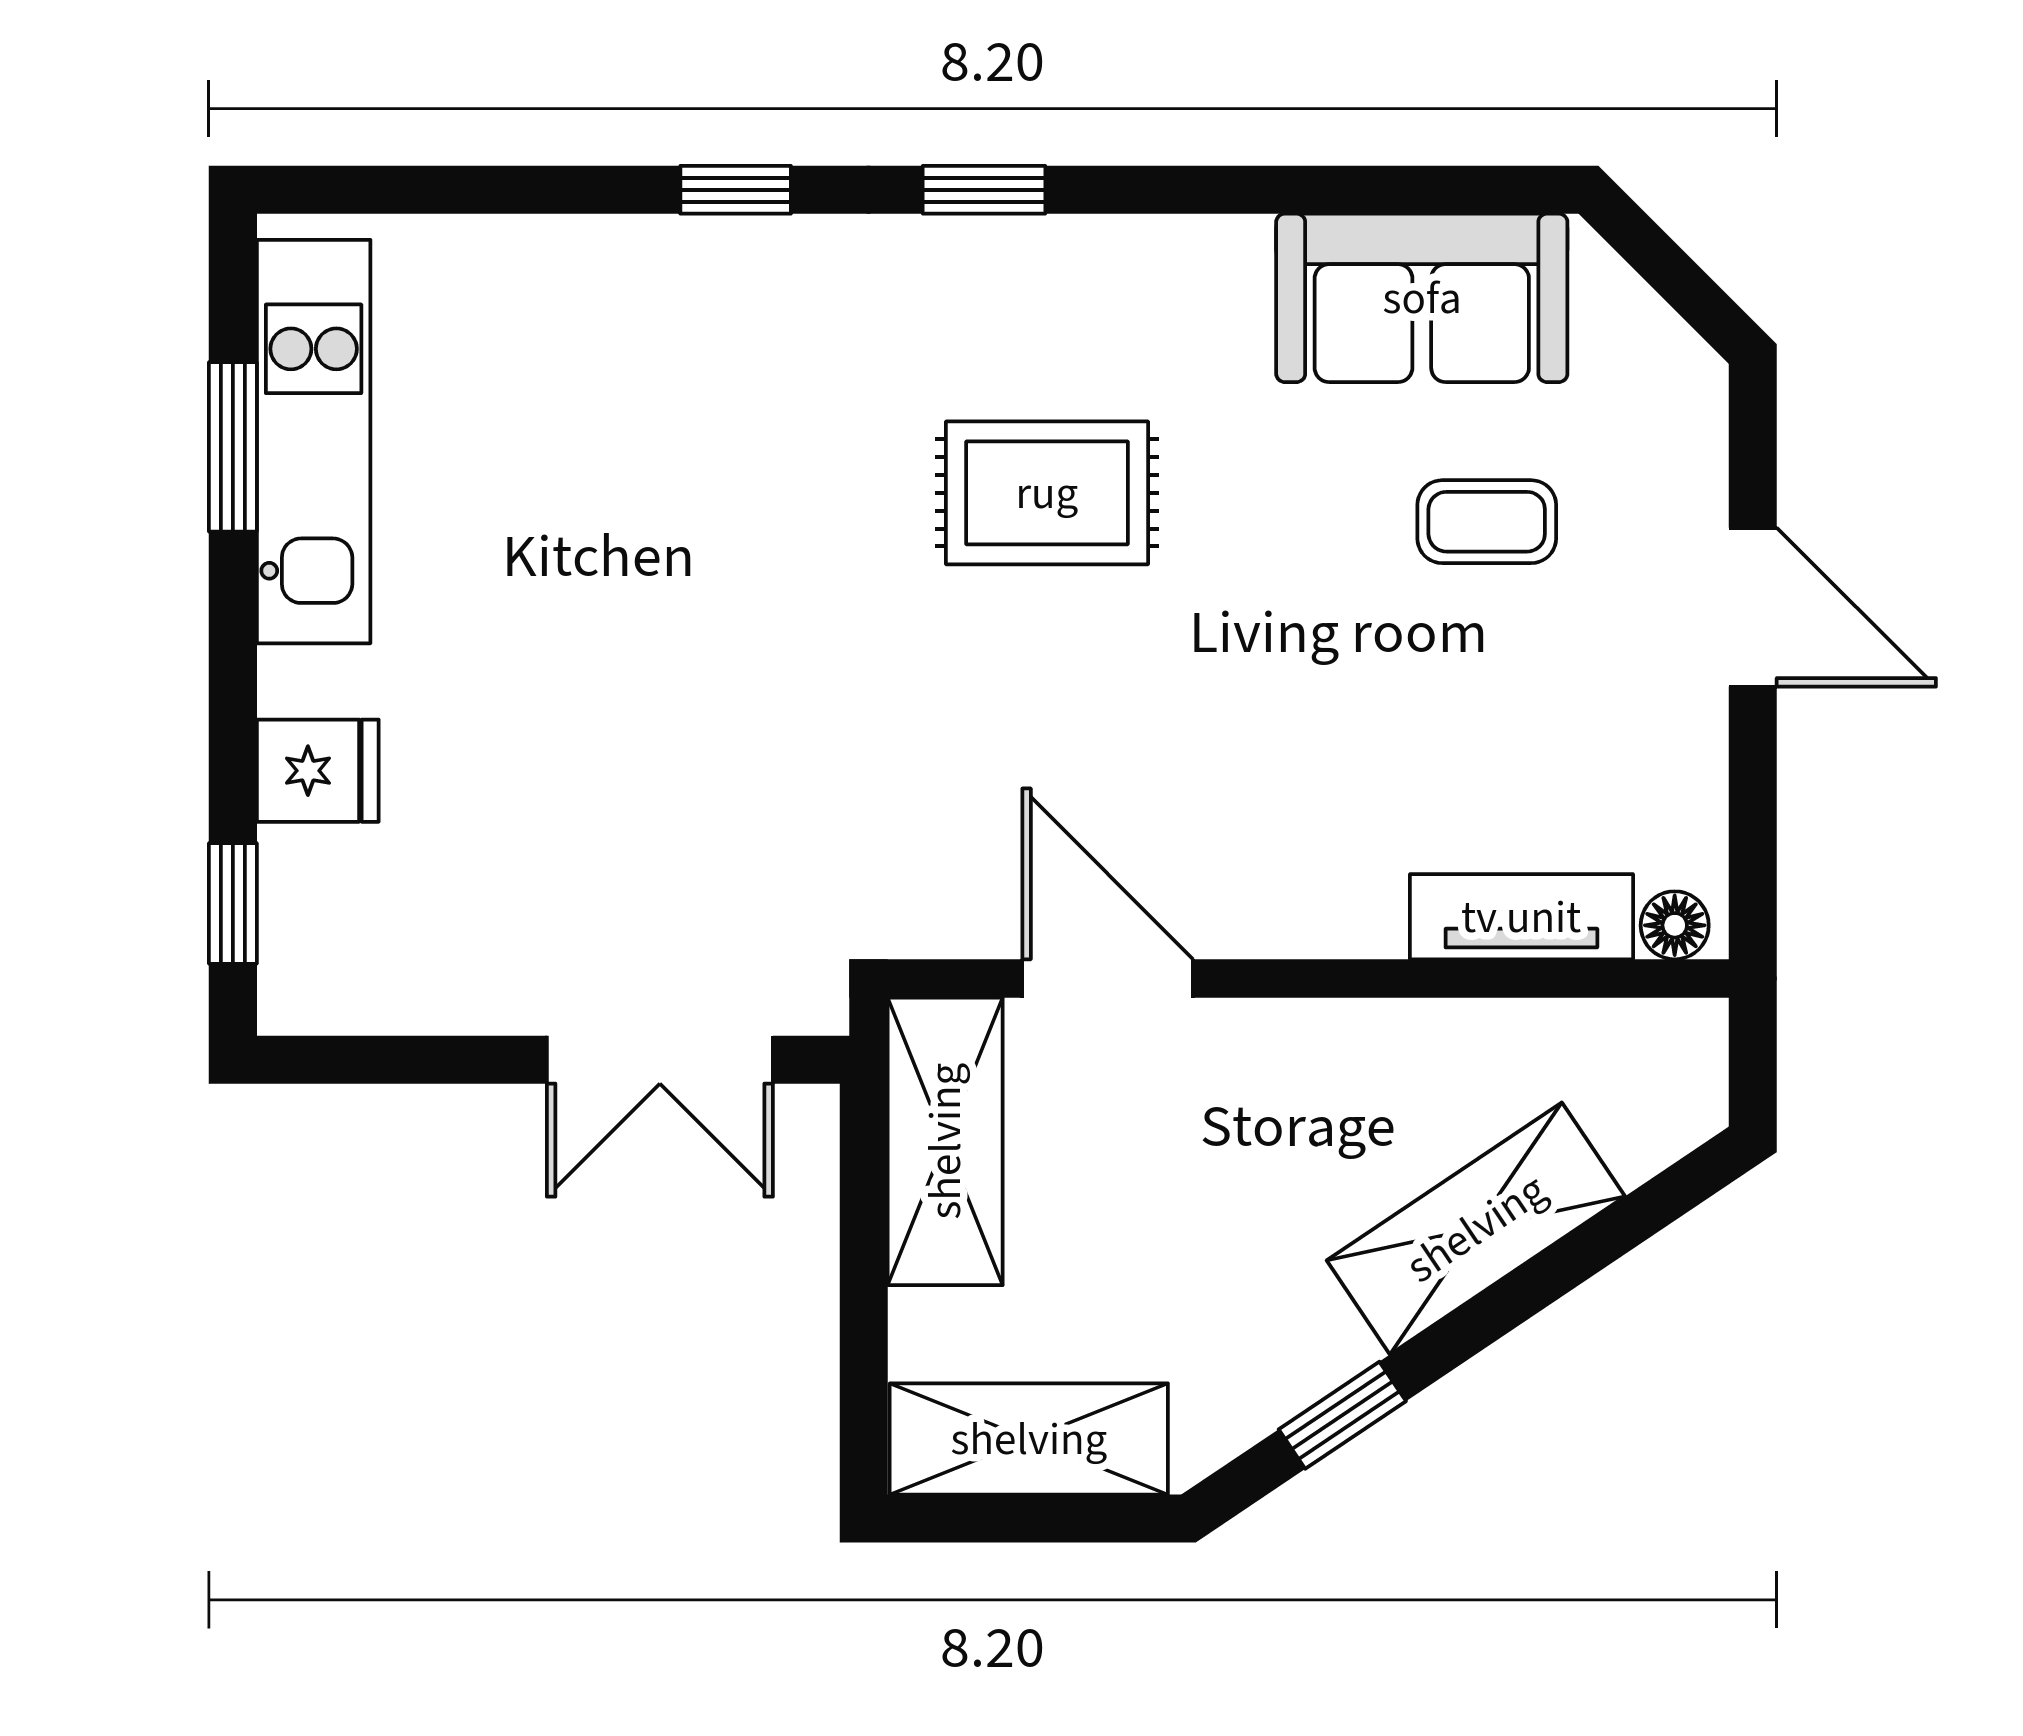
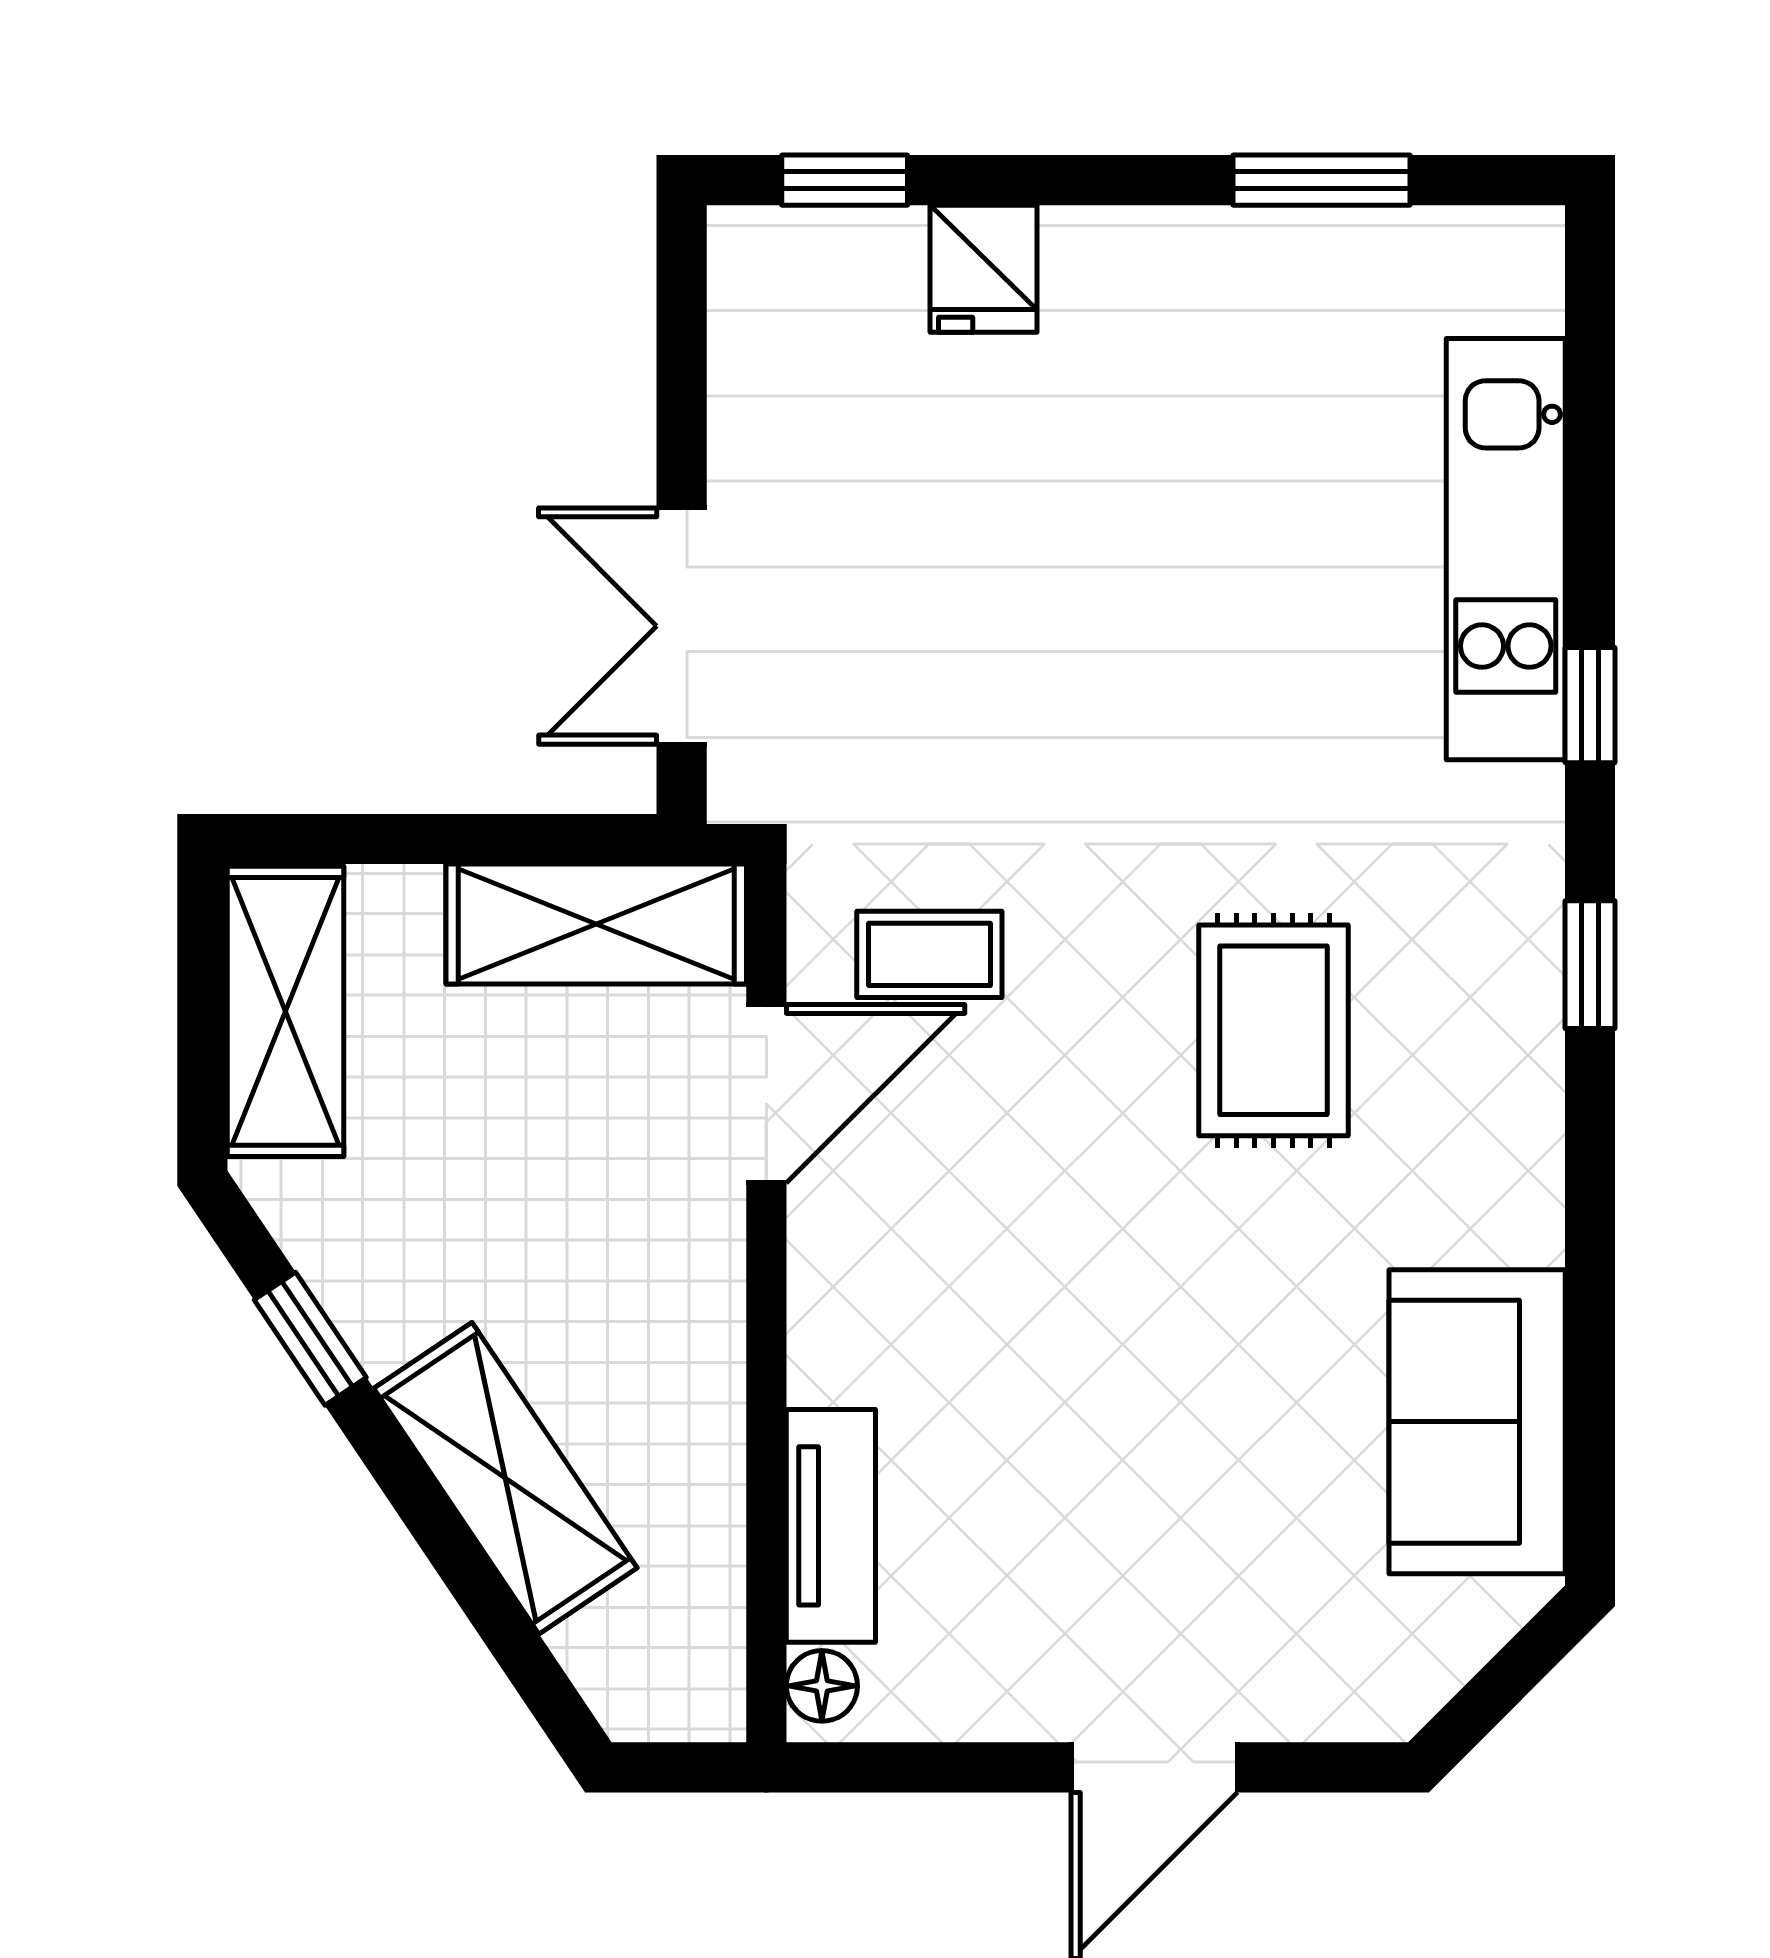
kitchen unit: (314, 442) -> (1506, 549), moved, turned 90
coffee table: (1487, 522) -> (929, 954), moved, turned 90

